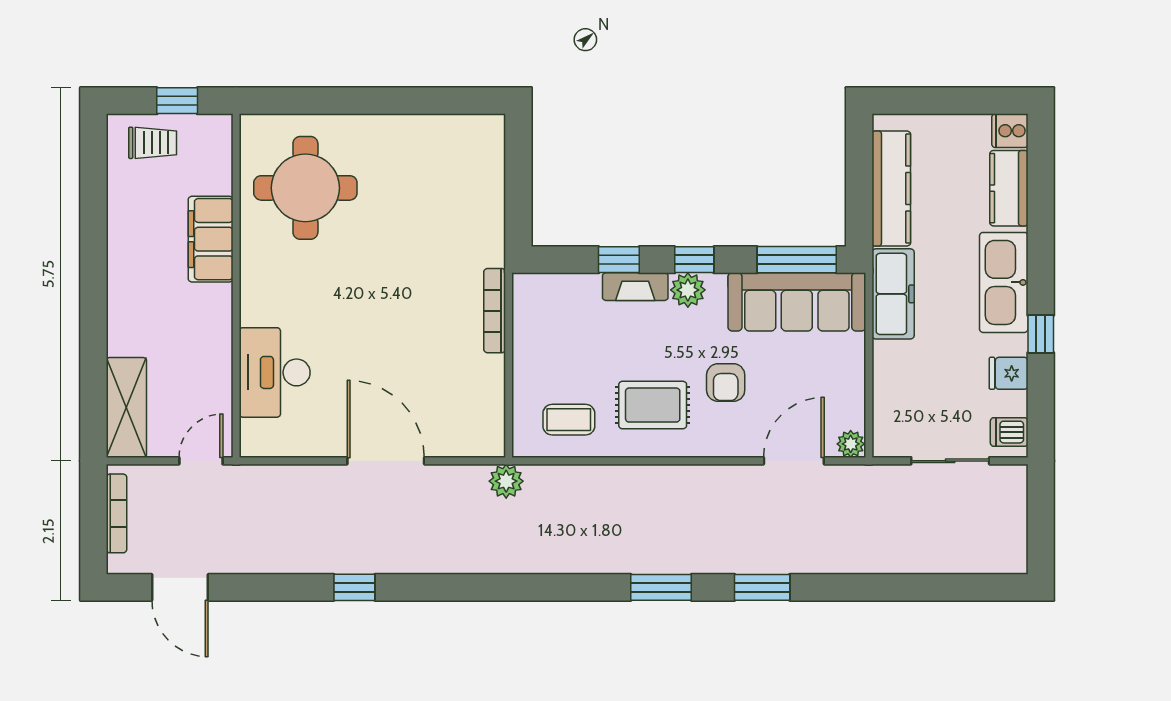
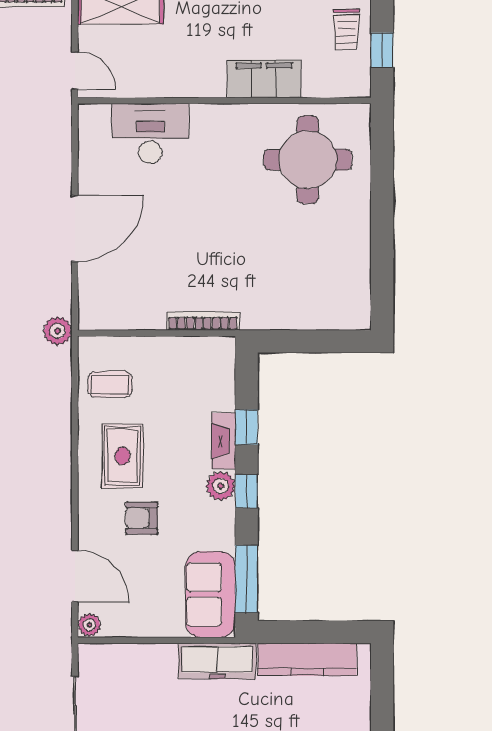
sofa: (797, 302) -> (211, 594), width x0.73
coffee table: (569, 420) -> (110, 384), turned 90

